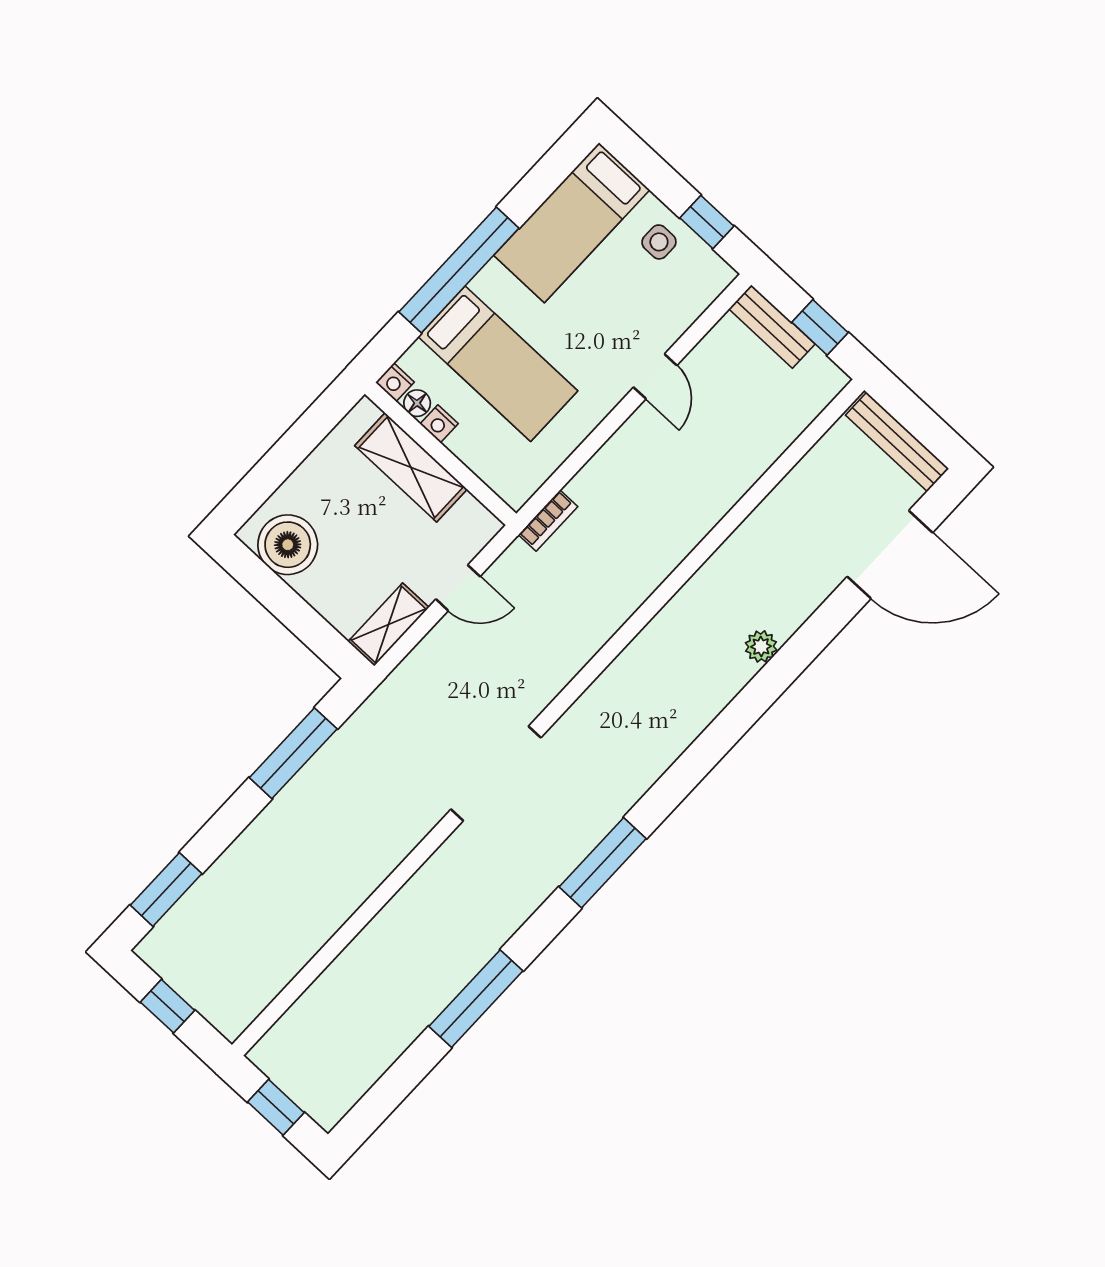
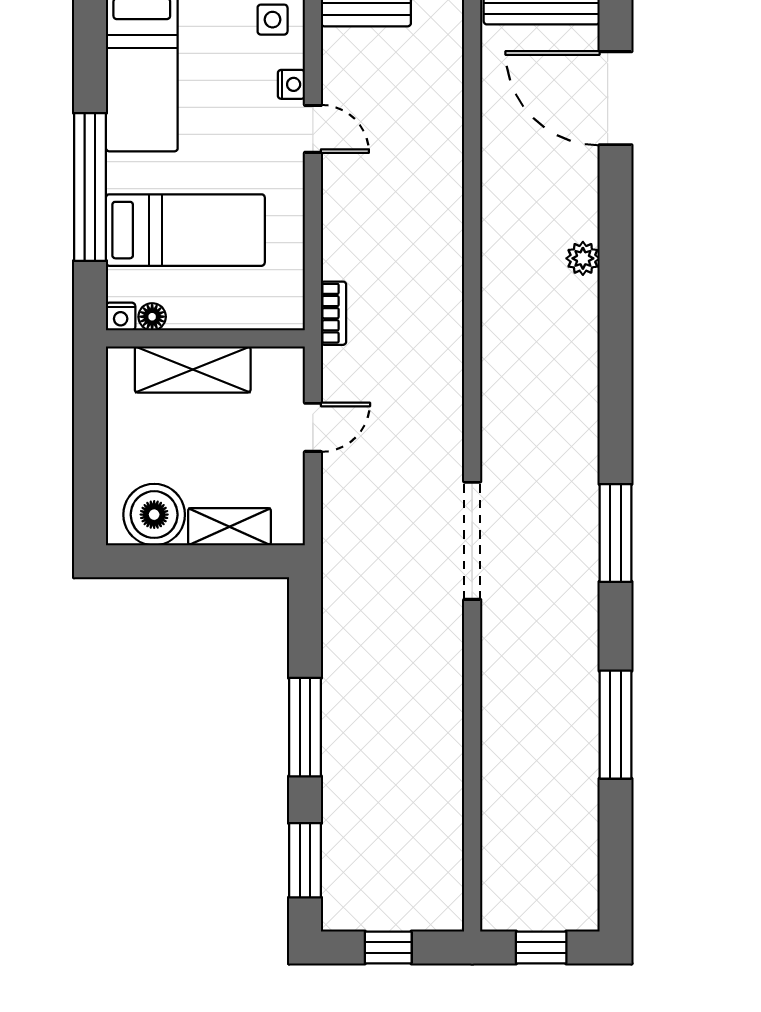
side table: (659, 242) -> (273, 20), moved
nightstand: (439, 424) -> (291, 84), moved, turned -90
door: (890, 555) -> (616, 98), swing flipped
shelving: (388, 625) -> (230, 527), moved, turned 90
window: (293, 753) -> (305, 727), moved

